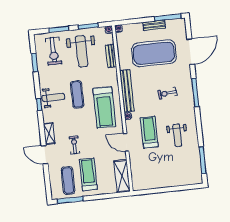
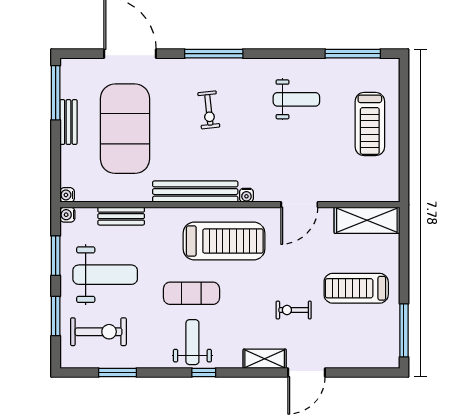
treadmill: (149, 132) -> (370, 124), moved, turned -90
exercise mat: (68, 180) -> (364, 331), removed

